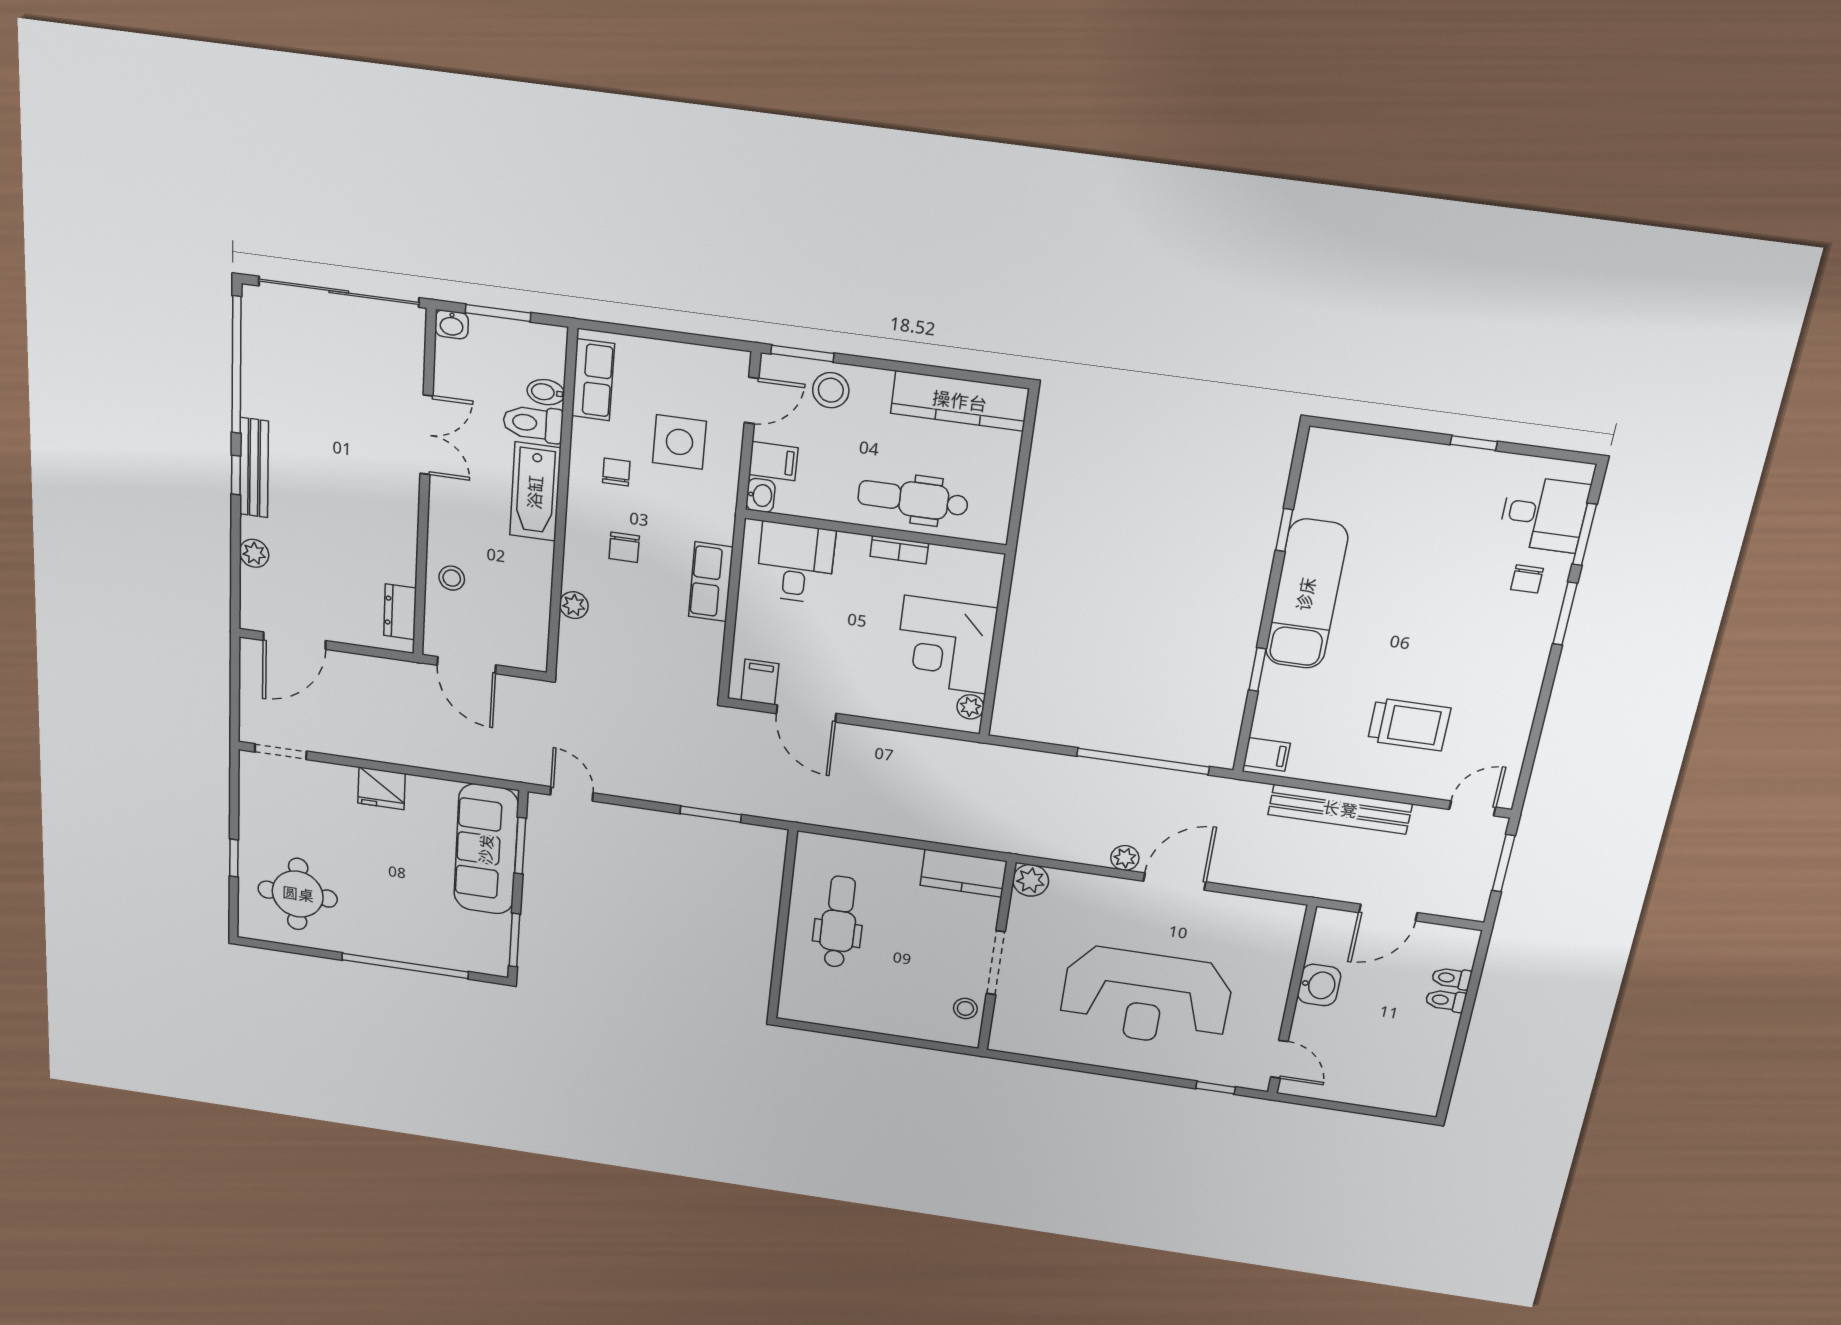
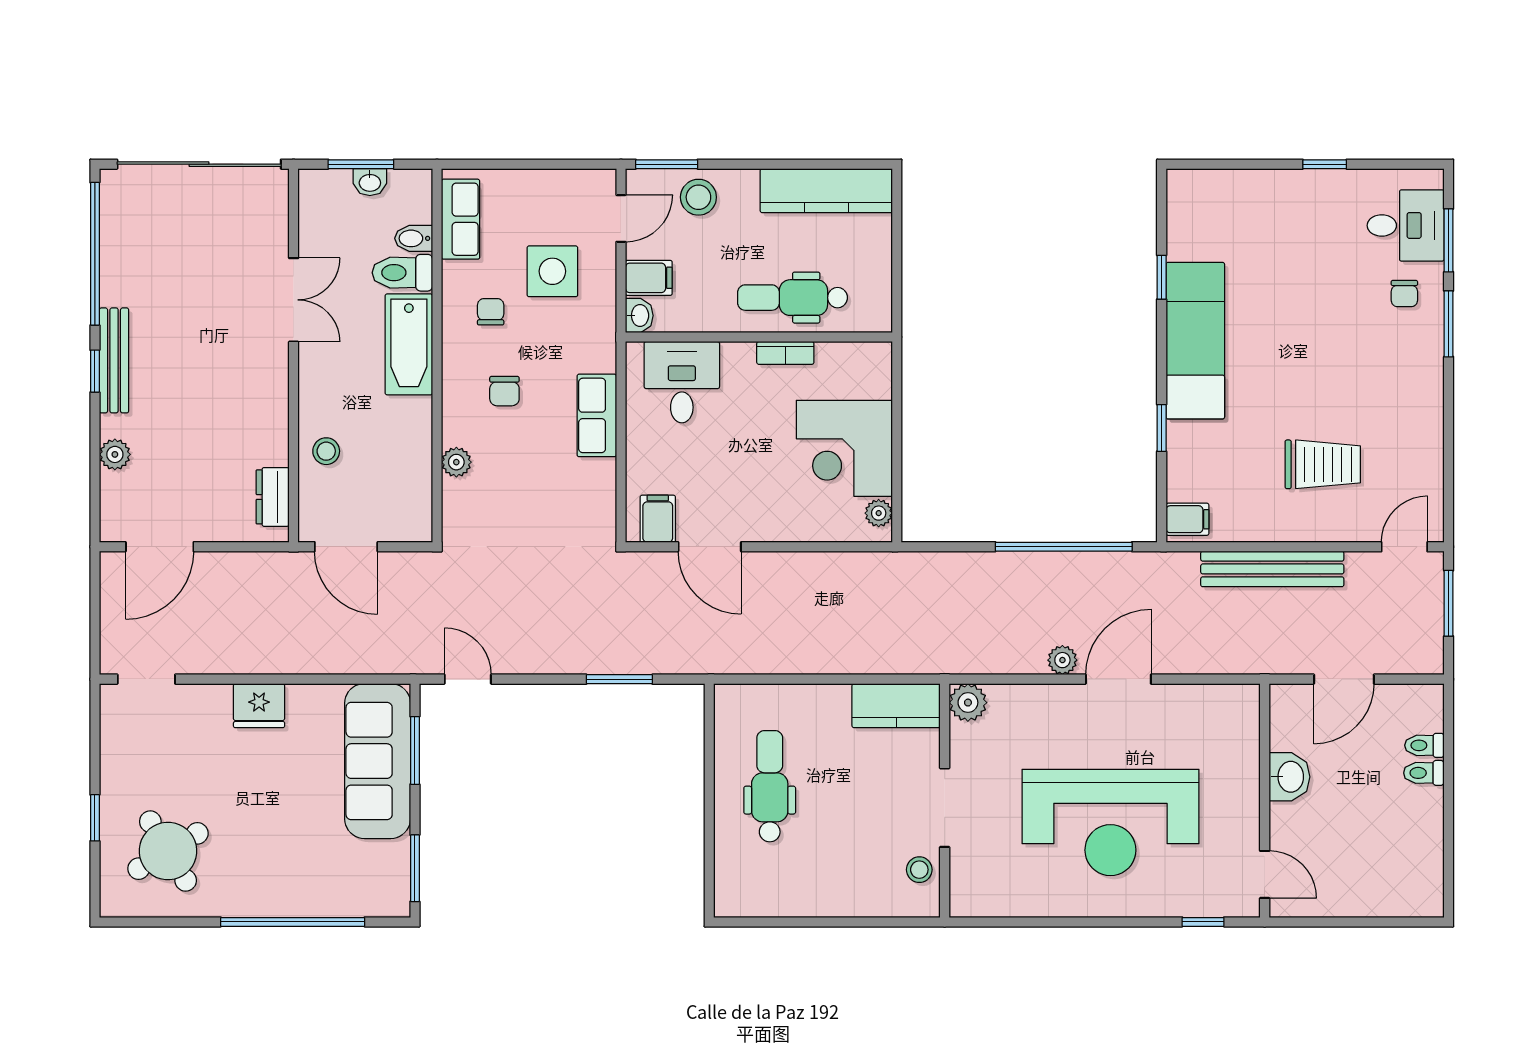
washbasin: (452, 324) -> (370, 182), moved
round table: (298, 894) -> (168, 851), turned -31

